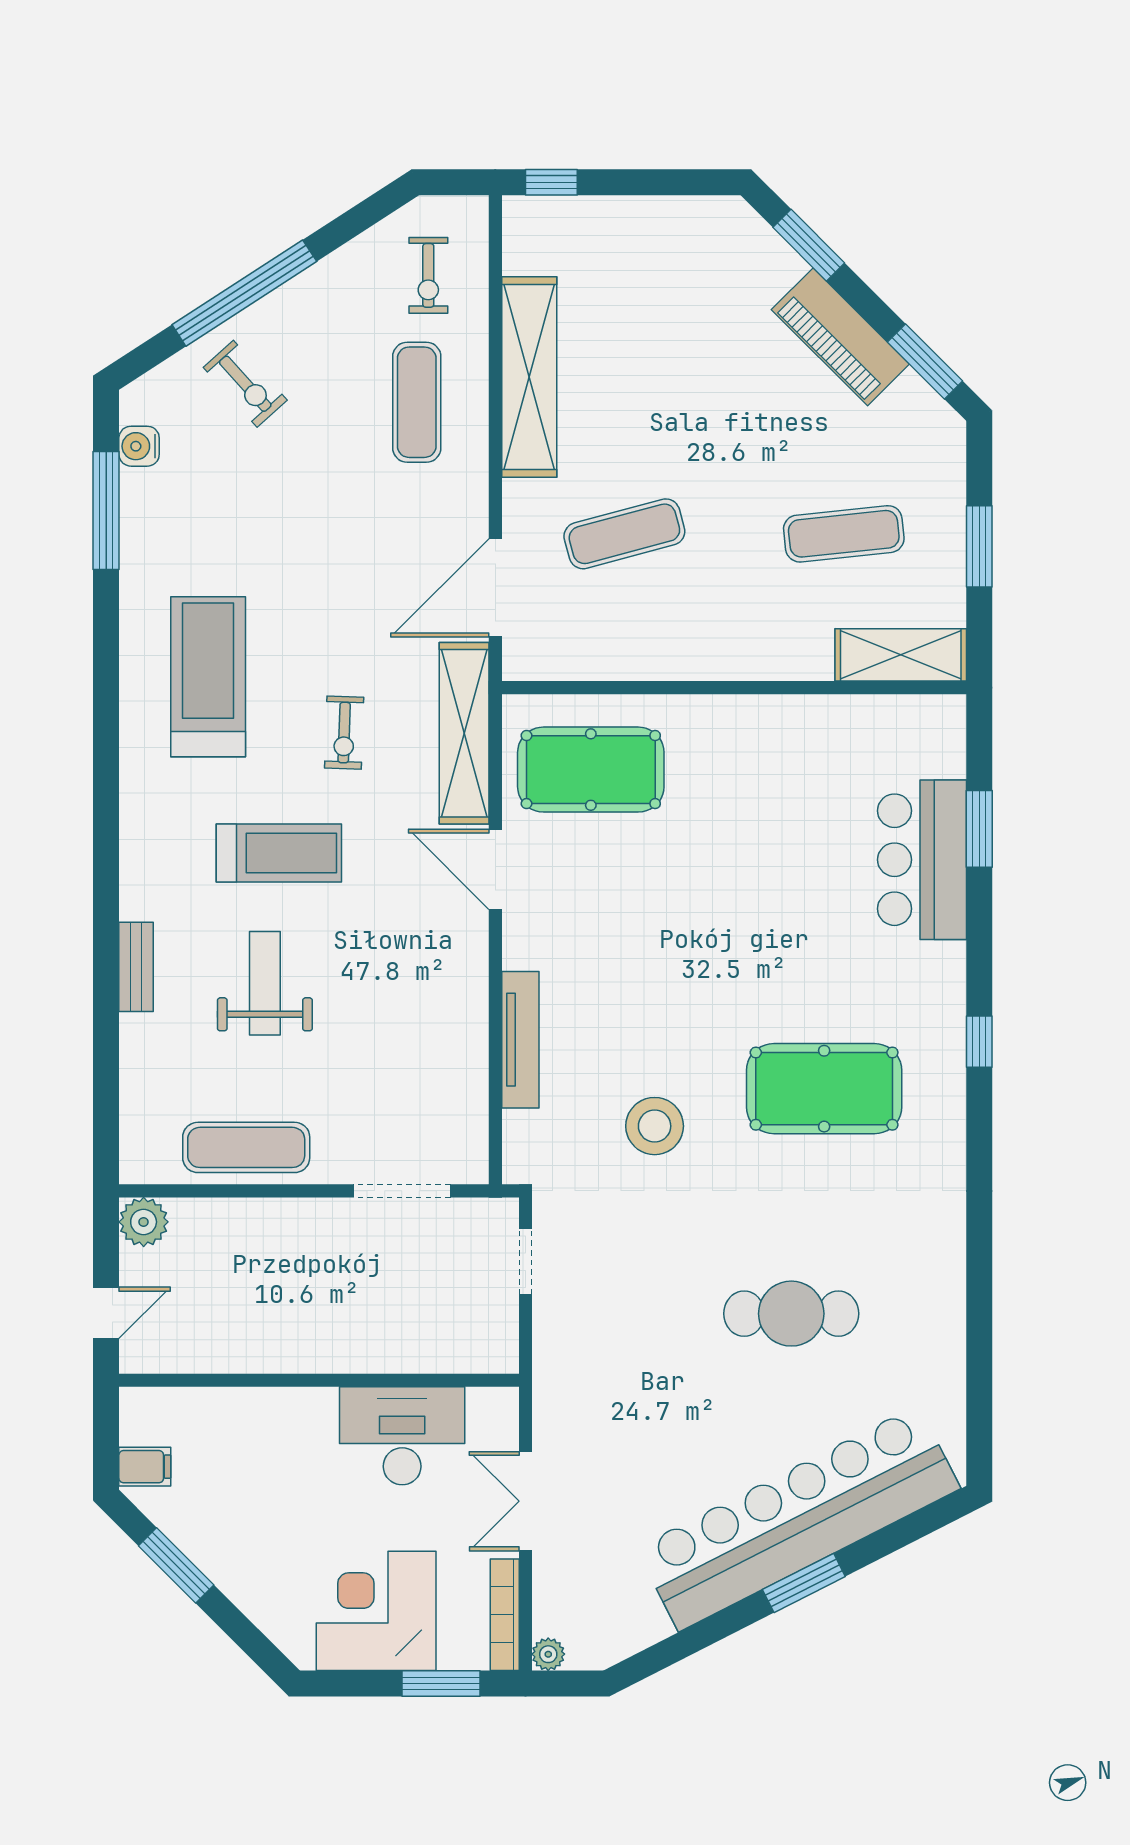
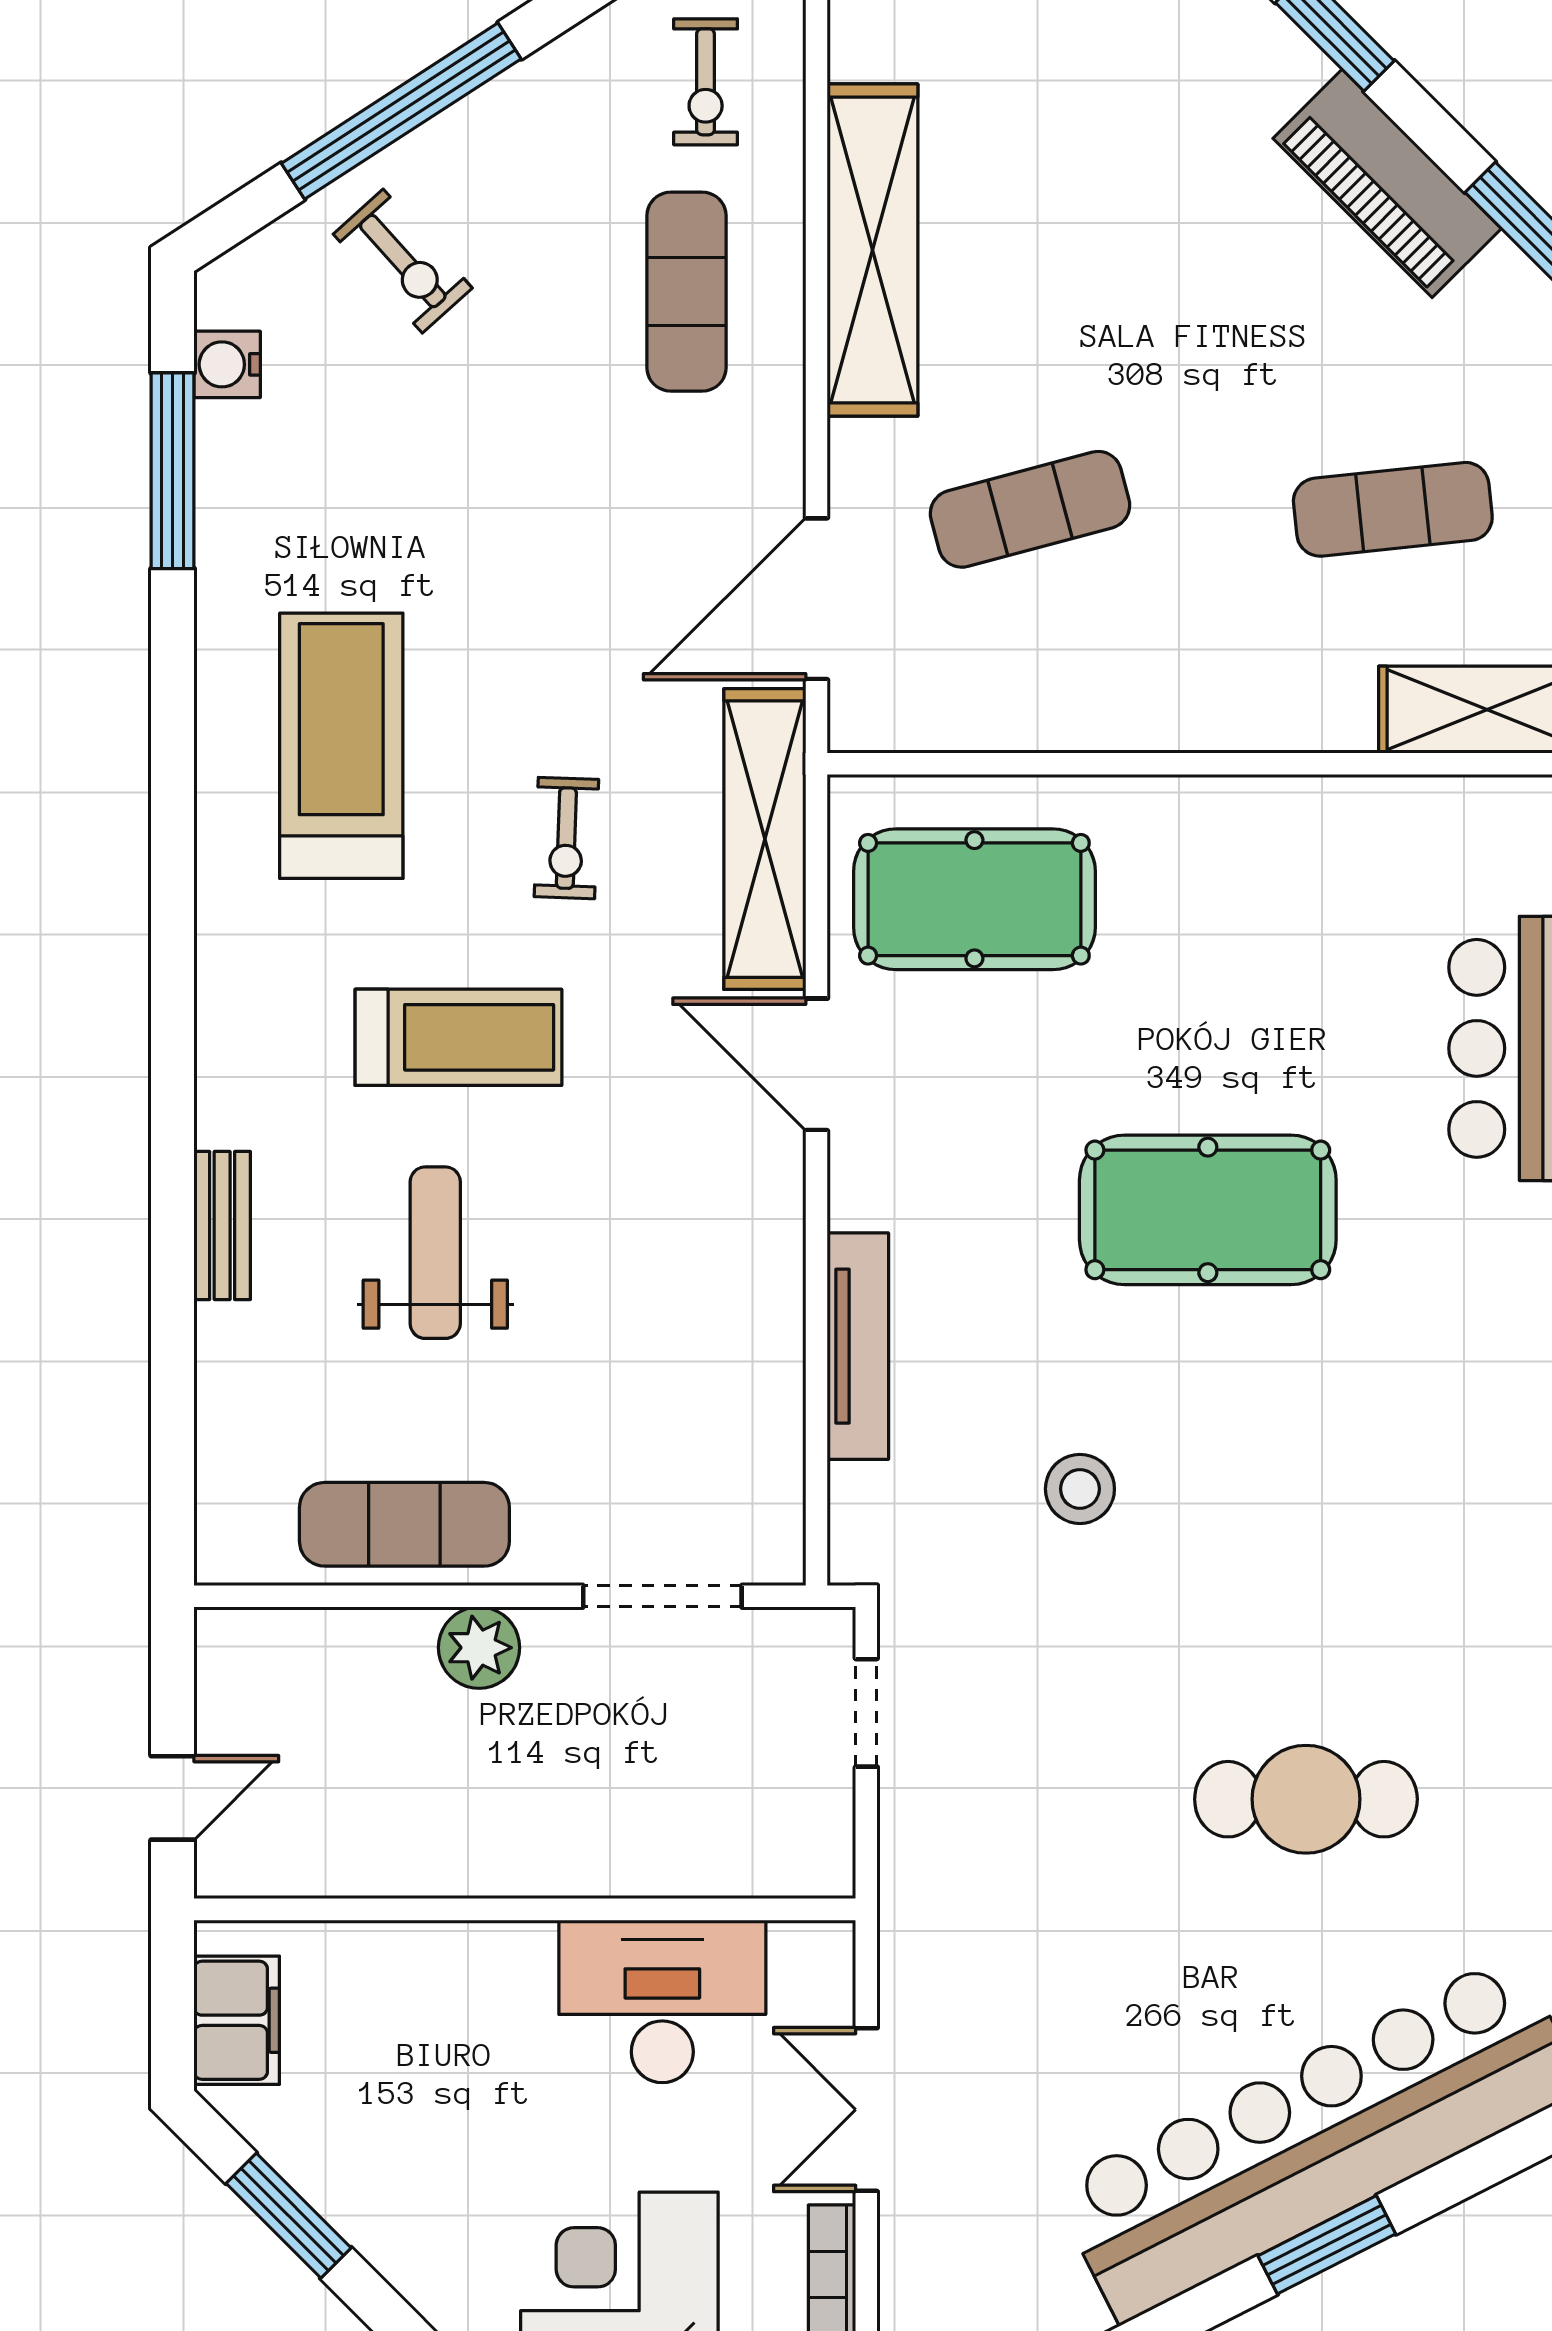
pool table: (824, 1089) -> (1208, 1210), moved
stool: (655, 1126) -> (1080, 1489), width x0.73, depth x0.73
plant: (144, 1222) -> (479, 1648), moved
filing cabinet: (145, 1467) -> (237, 2020), width x2.00

